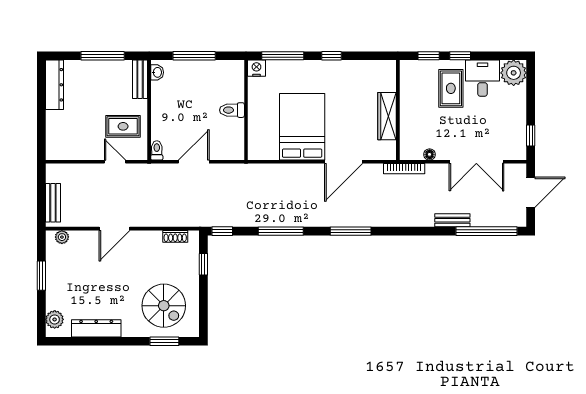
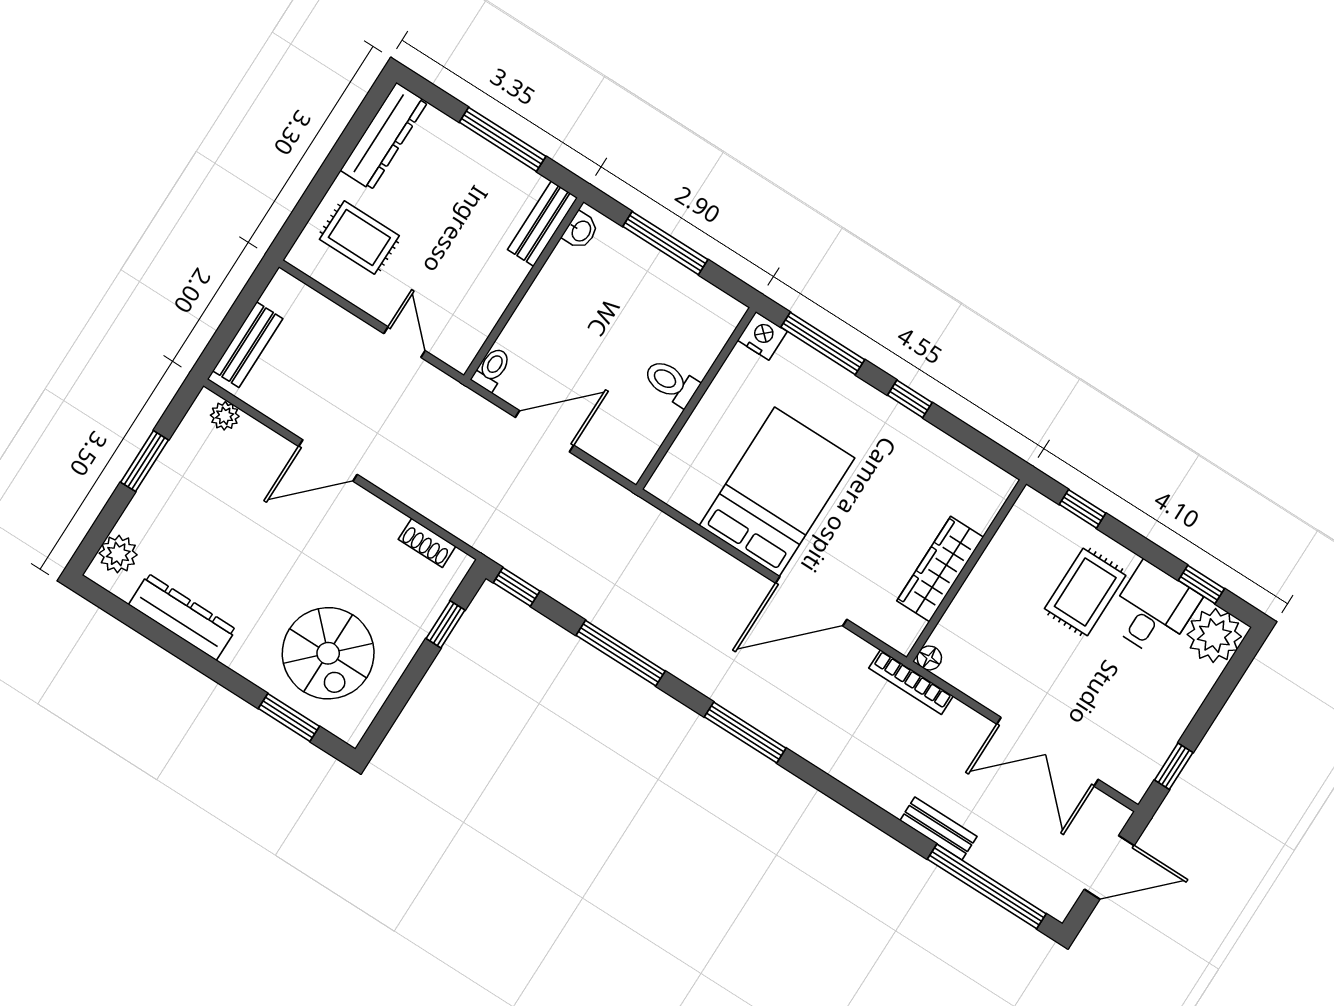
window: (460, 56) -> (1201, 585), moved
rug: (123, 126) -> (359, 237), moved
floor lamp: (430, 154) -> (929, 658), moved

